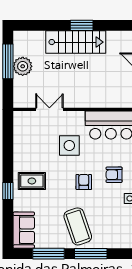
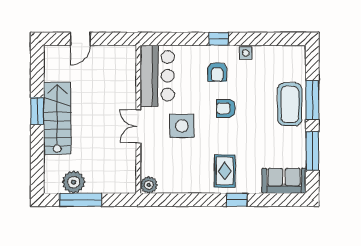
plant: (23, 66) -> (74, 182), moved
double door: (49, 109) -> (138, 126), moved
plant: (20, 118) -> (149, 185), added
coffee table: (78, 226) -> (290, 104), moved, turned -71

